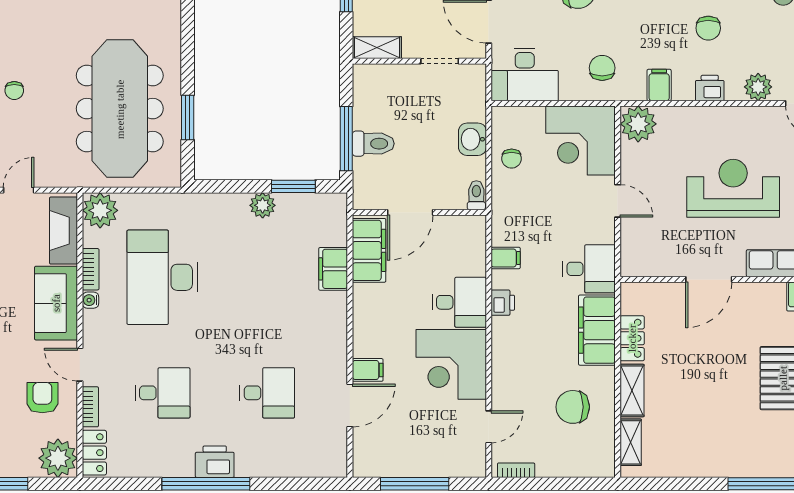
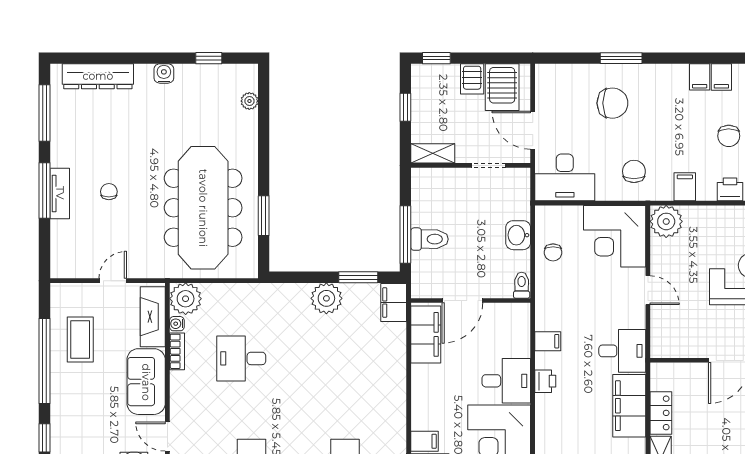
chair: (14, 90) -> (109, 192), turned 180
plant: (263, 205) -> (326, 298), width x1.36, depth x1.36
filing cabinet: (333, 269) -> (394, 302), moved
desk: (163, 277) -> (241, 358), width x0.53, depth x0.77
water cooler: (90, 300) -> (177, 324), moved

